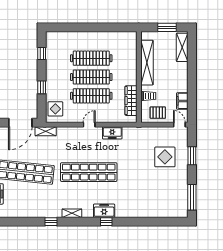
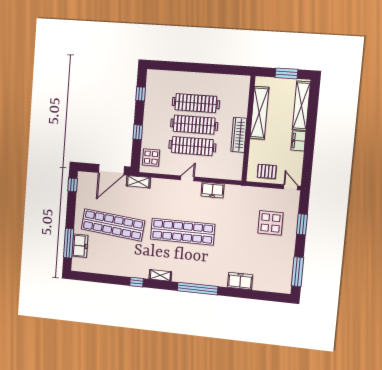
shelving: (182, 47) -> (301, 106), width x1.47
trolley: (149, 96) -> (258, 151), removed
wardrobe: (131, 101) -> (239, 135), moved
filing cabinet: (182, 101) -> (298, 141), moved
freezer: (104, 211) -> (240, 281), moved
window: (106, 222) -> (198, 289), width x3.17

